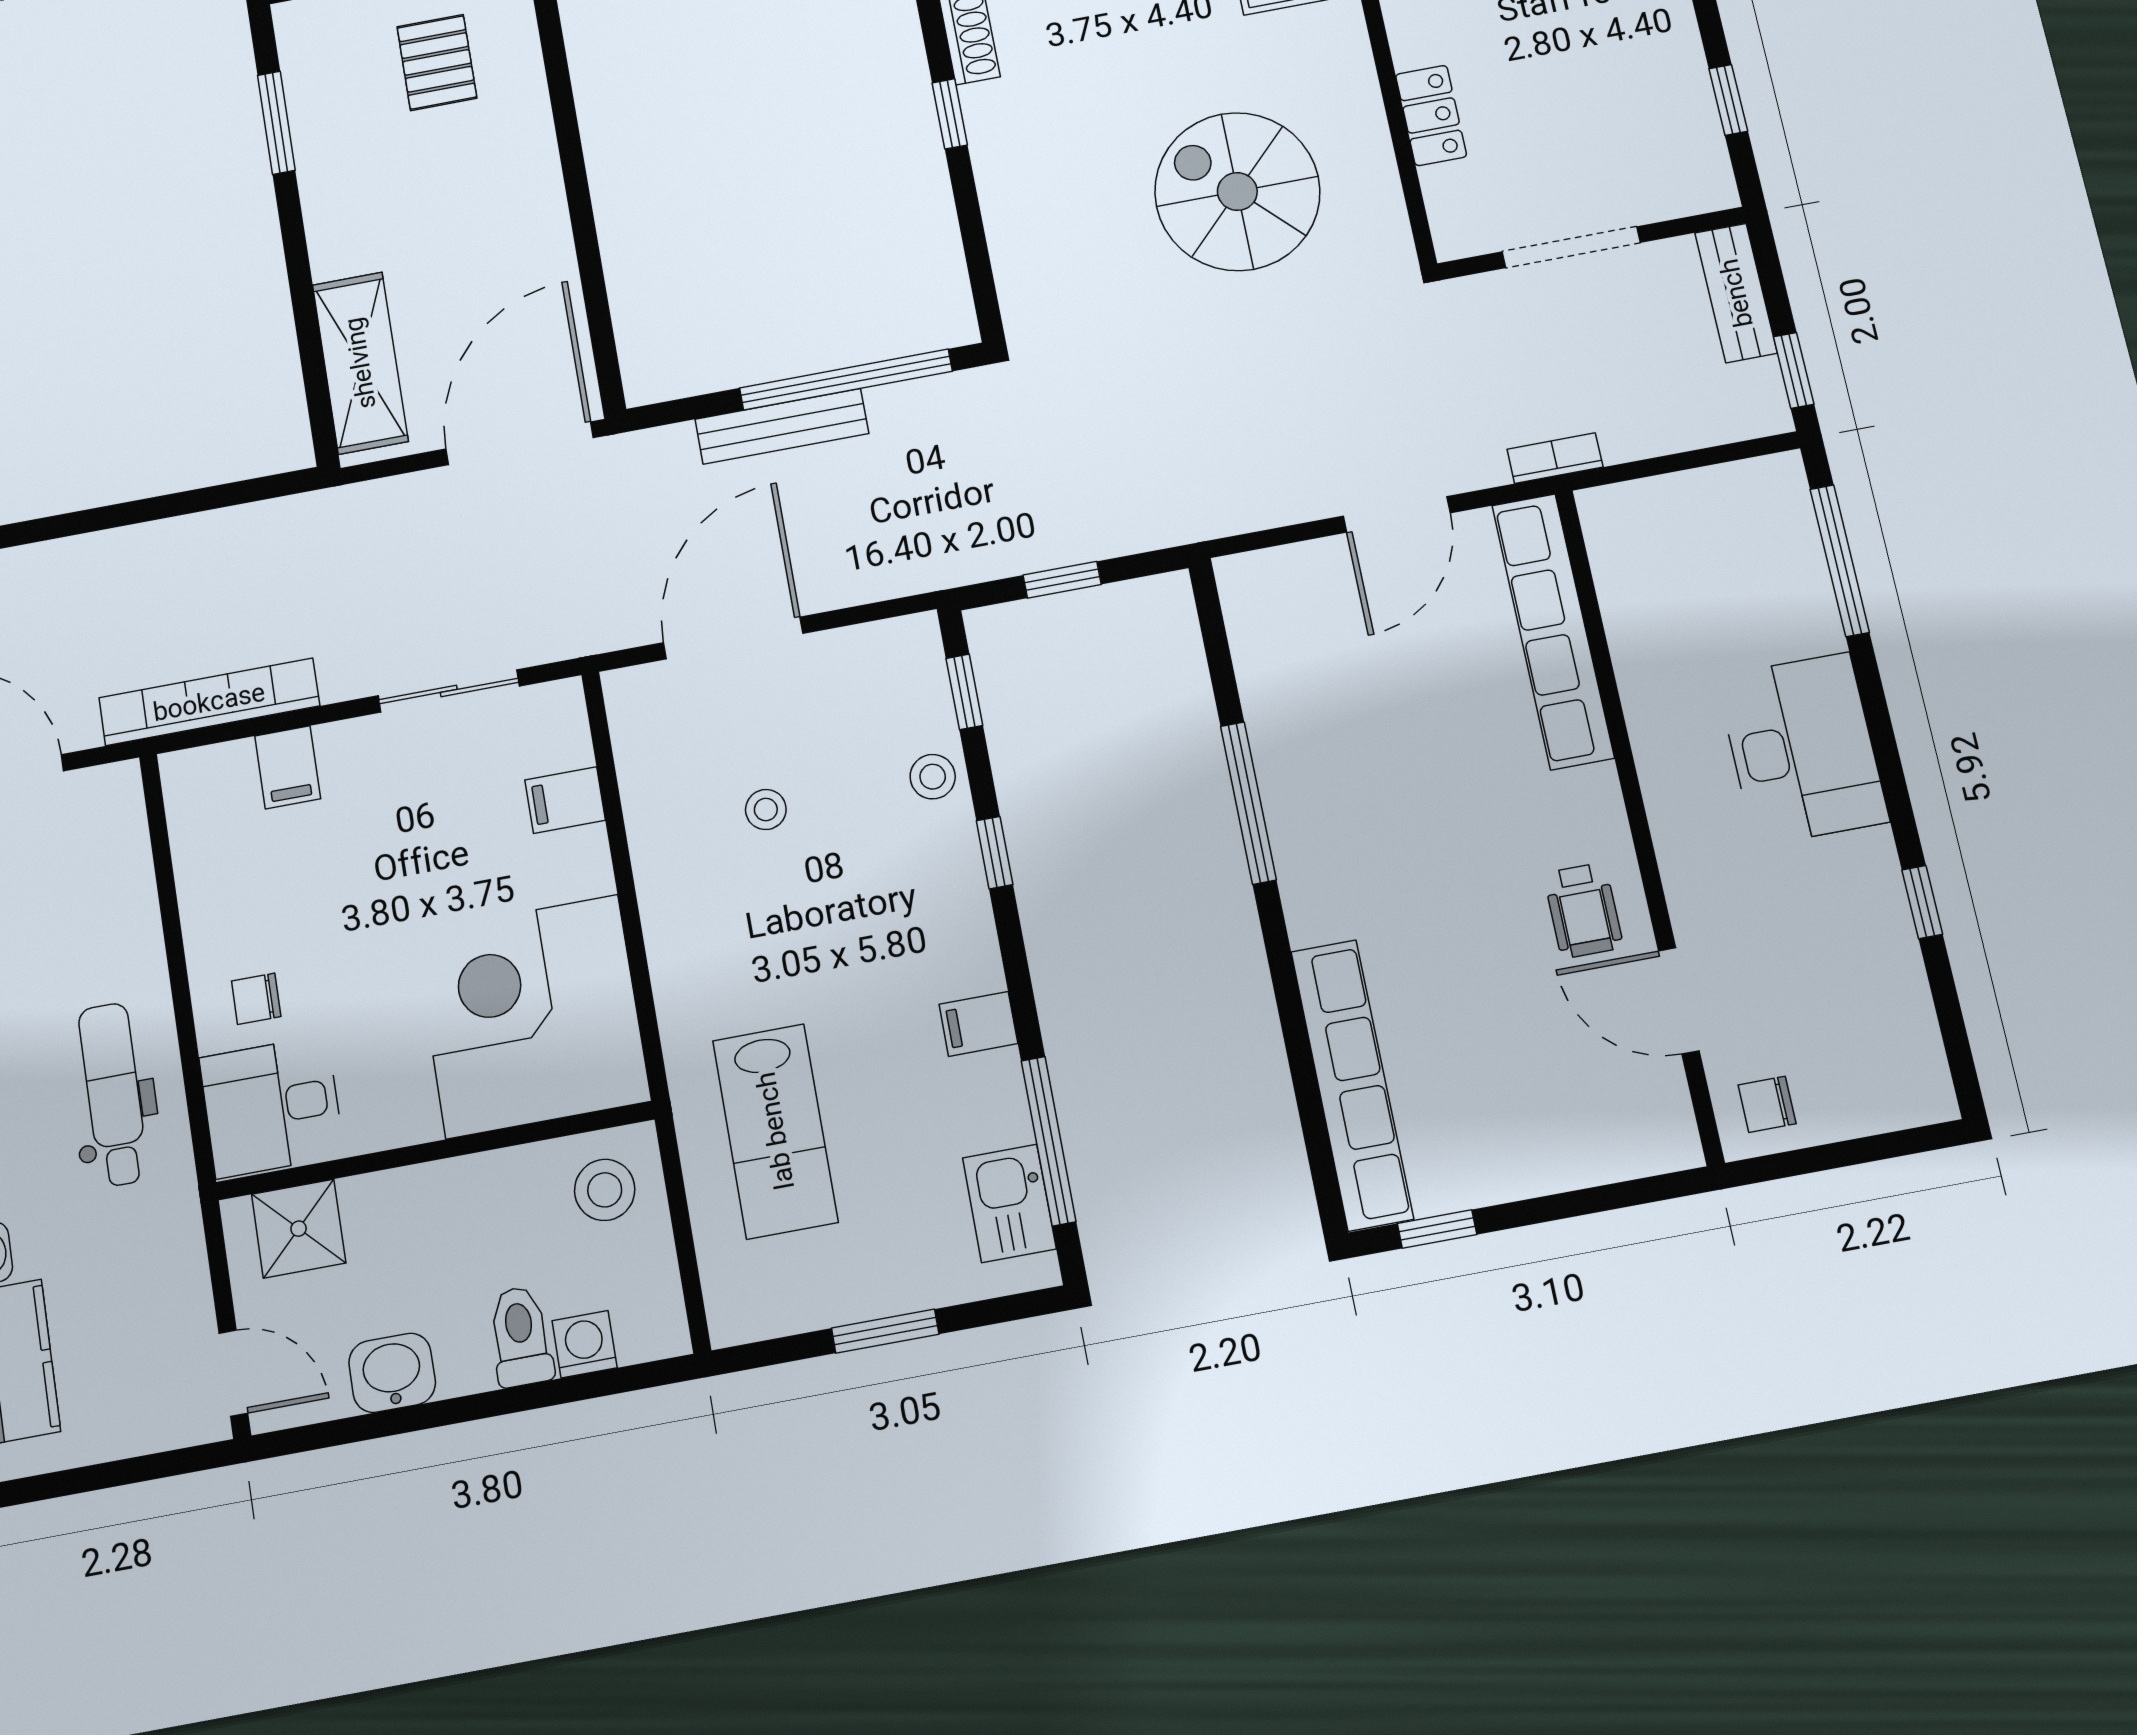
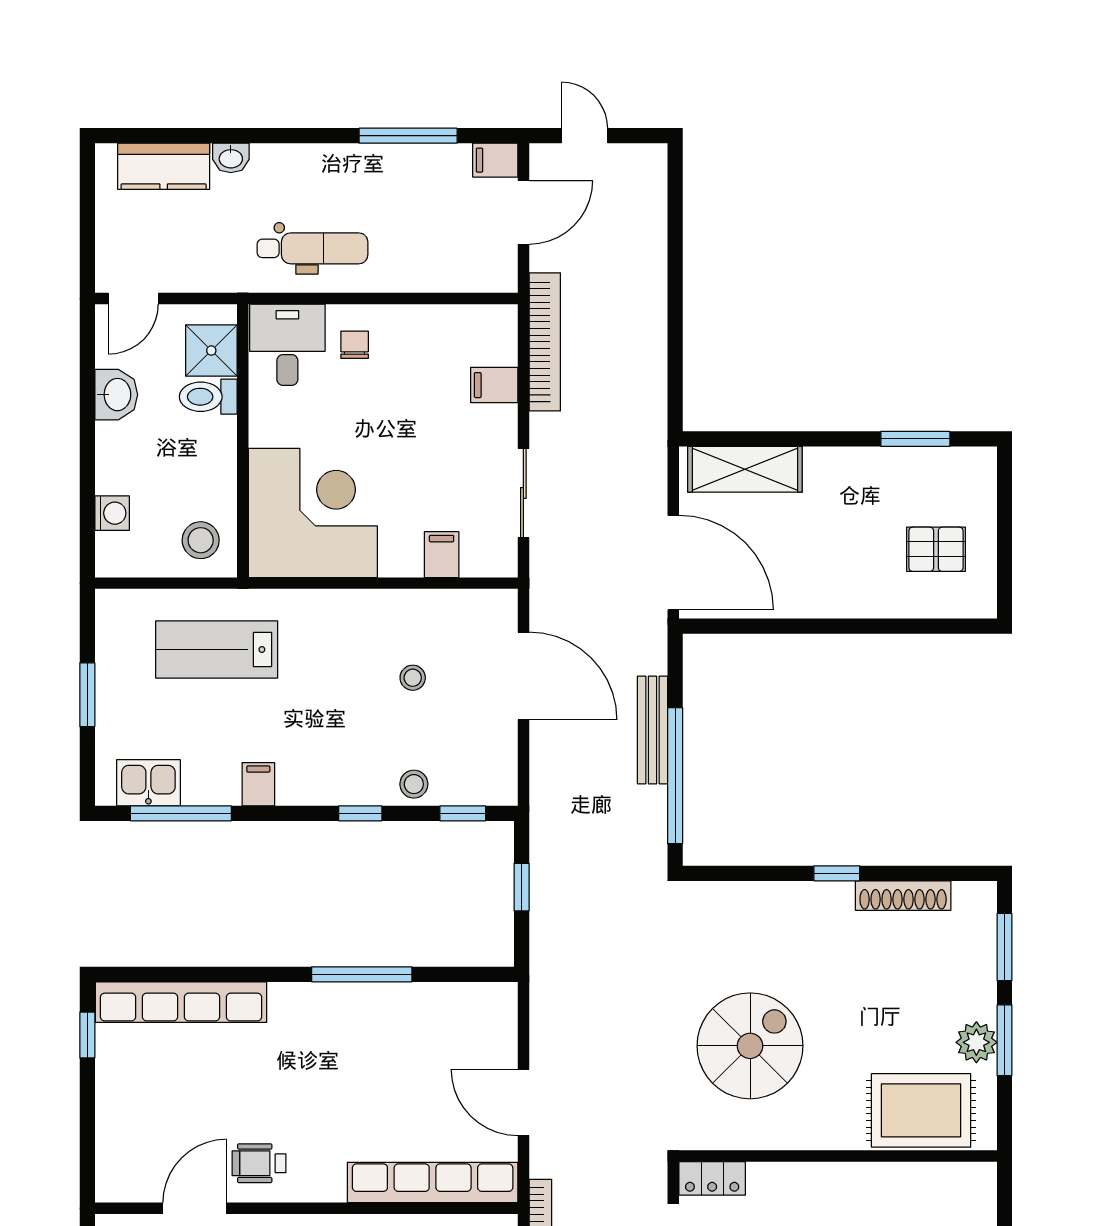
locker: (1431, 115) -> (712, 1178), moved
toilet: (521, 1336) -> (208, 397), moved, turned 180

